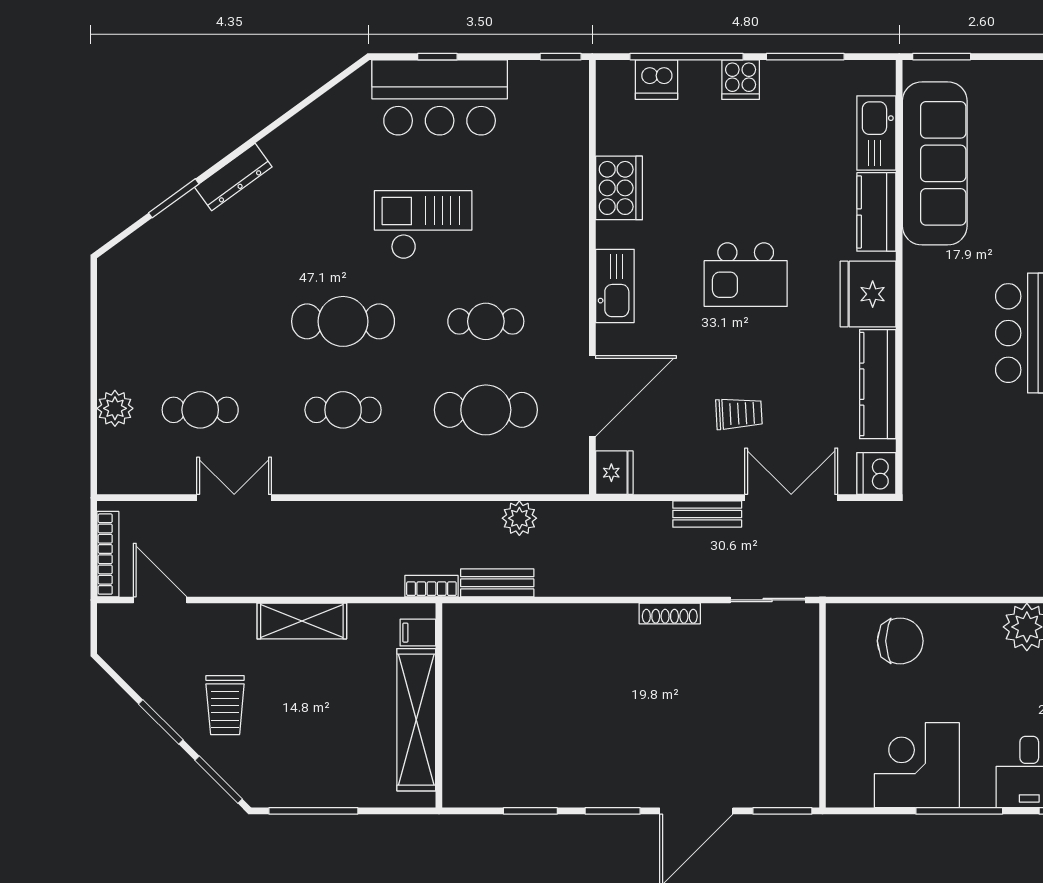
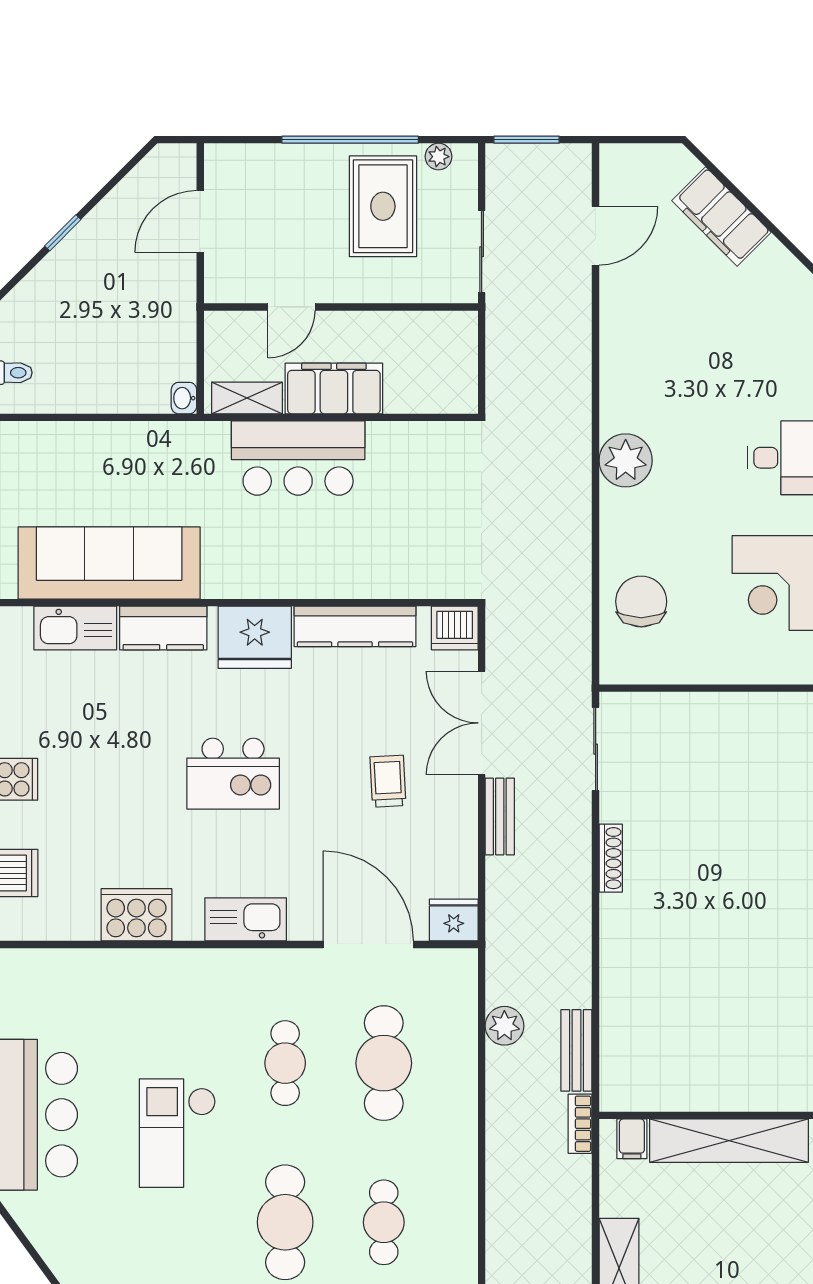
kitchen island: (746, 275) -> (233, 774), turned 90

